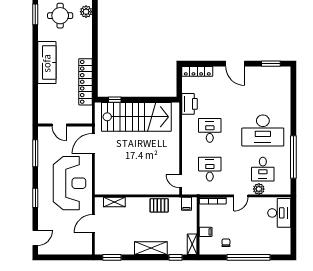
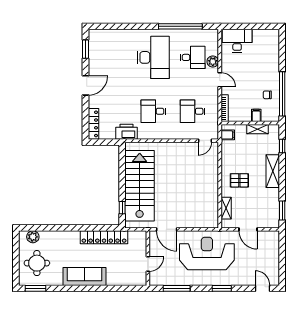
pallet: (159, 205) -> (239, 180), moved, turned 90
shelving: (192, 244) -> (257, 129), moved
window: (248, 257) -> (282, 94), moved

